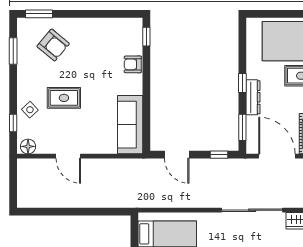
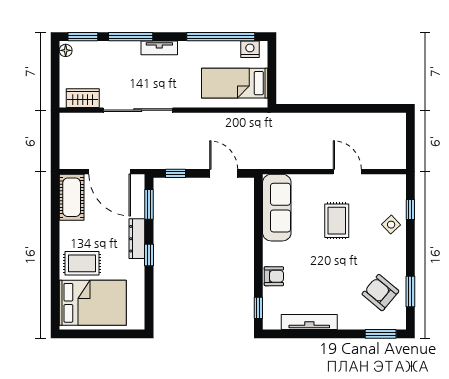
tv unit: (102, 24) -> (309, 322), added
armchair: (53, 45) -> (380, 293), moved
rug: (64, 98) -> (337, 221), moved, turned 90
floor lamp: (28, 146) -> (393, 183), removed

